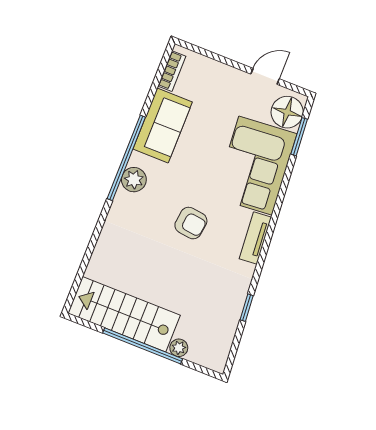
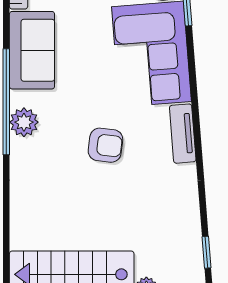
window: (247, 308) -> (207, 252), moved

